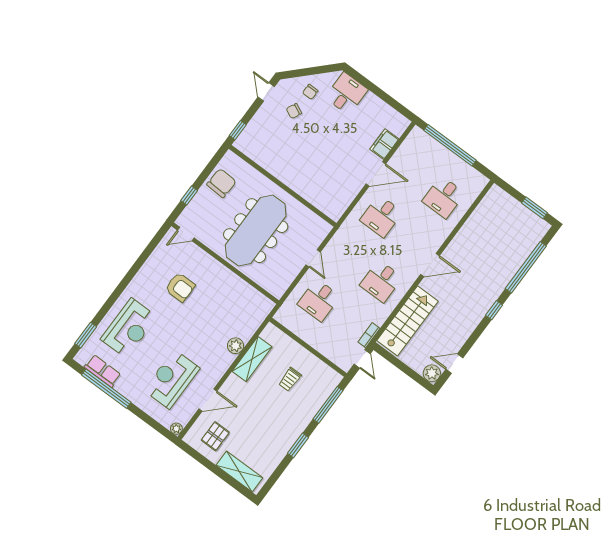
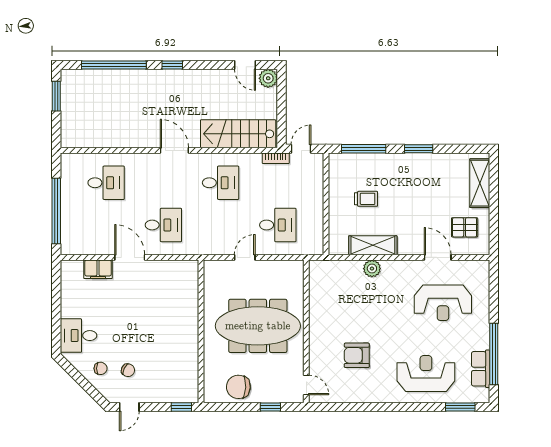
armchair: (180, 287) -> (357, 355), turned -90
plant: (176, 429) -> (483, 266), removed

